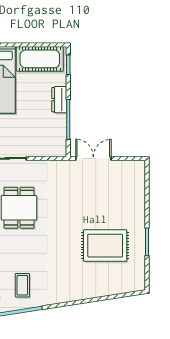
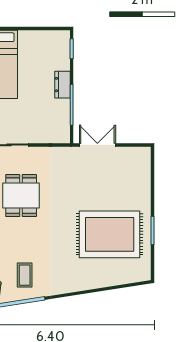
cot: (40, 59) -> (43, 43), removed
rug: (105, 246) -> (110, 234), width x1.37, depth x1.44

